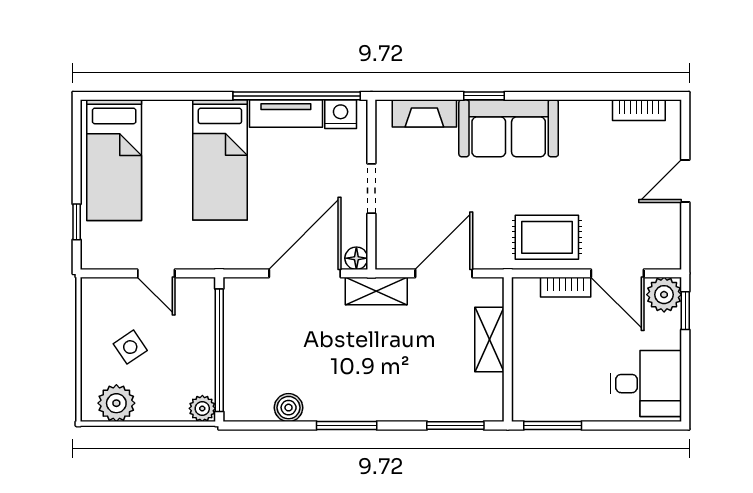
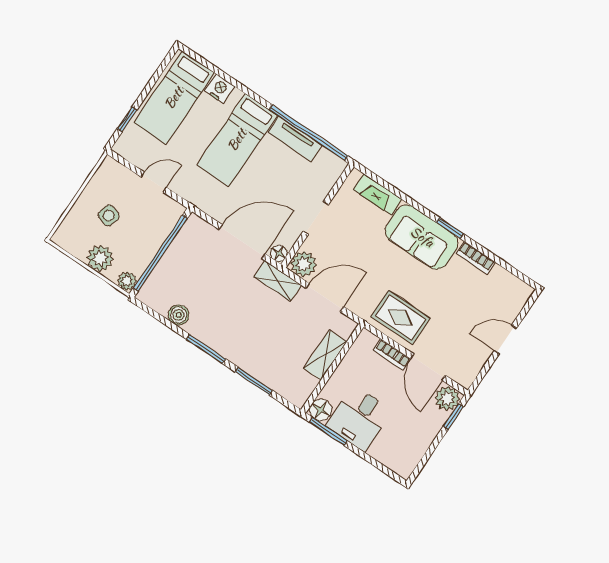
window: (484, 96) -> (450, 228), moved
bookcase: (639, 110) -> (475, 258), moved
nightstand: (341, 114) -> (220, 89), moved
plant: (393, 251) -> (304, 264), added
door: (156, 273) -> (154, 182), swing flipped
side table: (130, 347) -> (109, 215), turned -38
desk: (646, 384) -> (359, 418), moved, turned 90
plant: (116, 403) -> (100, 258), moved
floor lamp: (527, 406) -> (321, 410), added
window: (455, 426) -> (254, 381), moved

